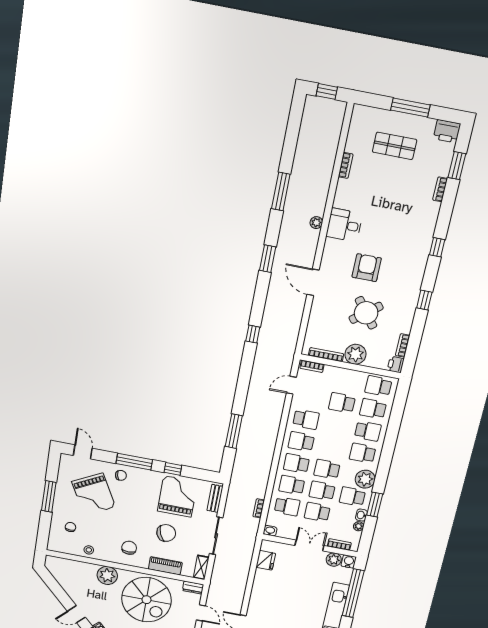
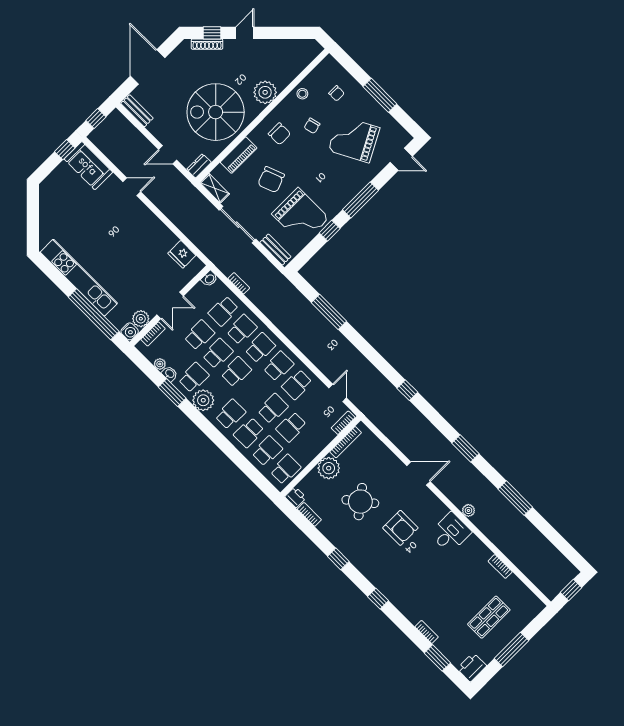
school desk: (342, 403) -> (291, 427), turned 180
school desk: (337, 425) -> (273, 409), added
chair: (121, 475) -> (312, 126), moved

